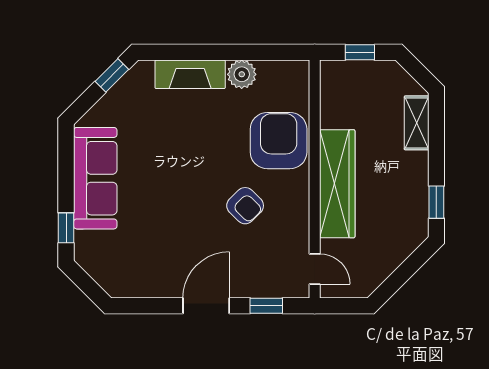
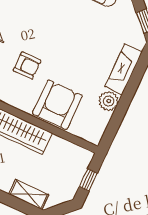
armchair: (279, 141) -> (57, 105), turned -90
armchair: (245, 206) -> (27, 66), turned -135

